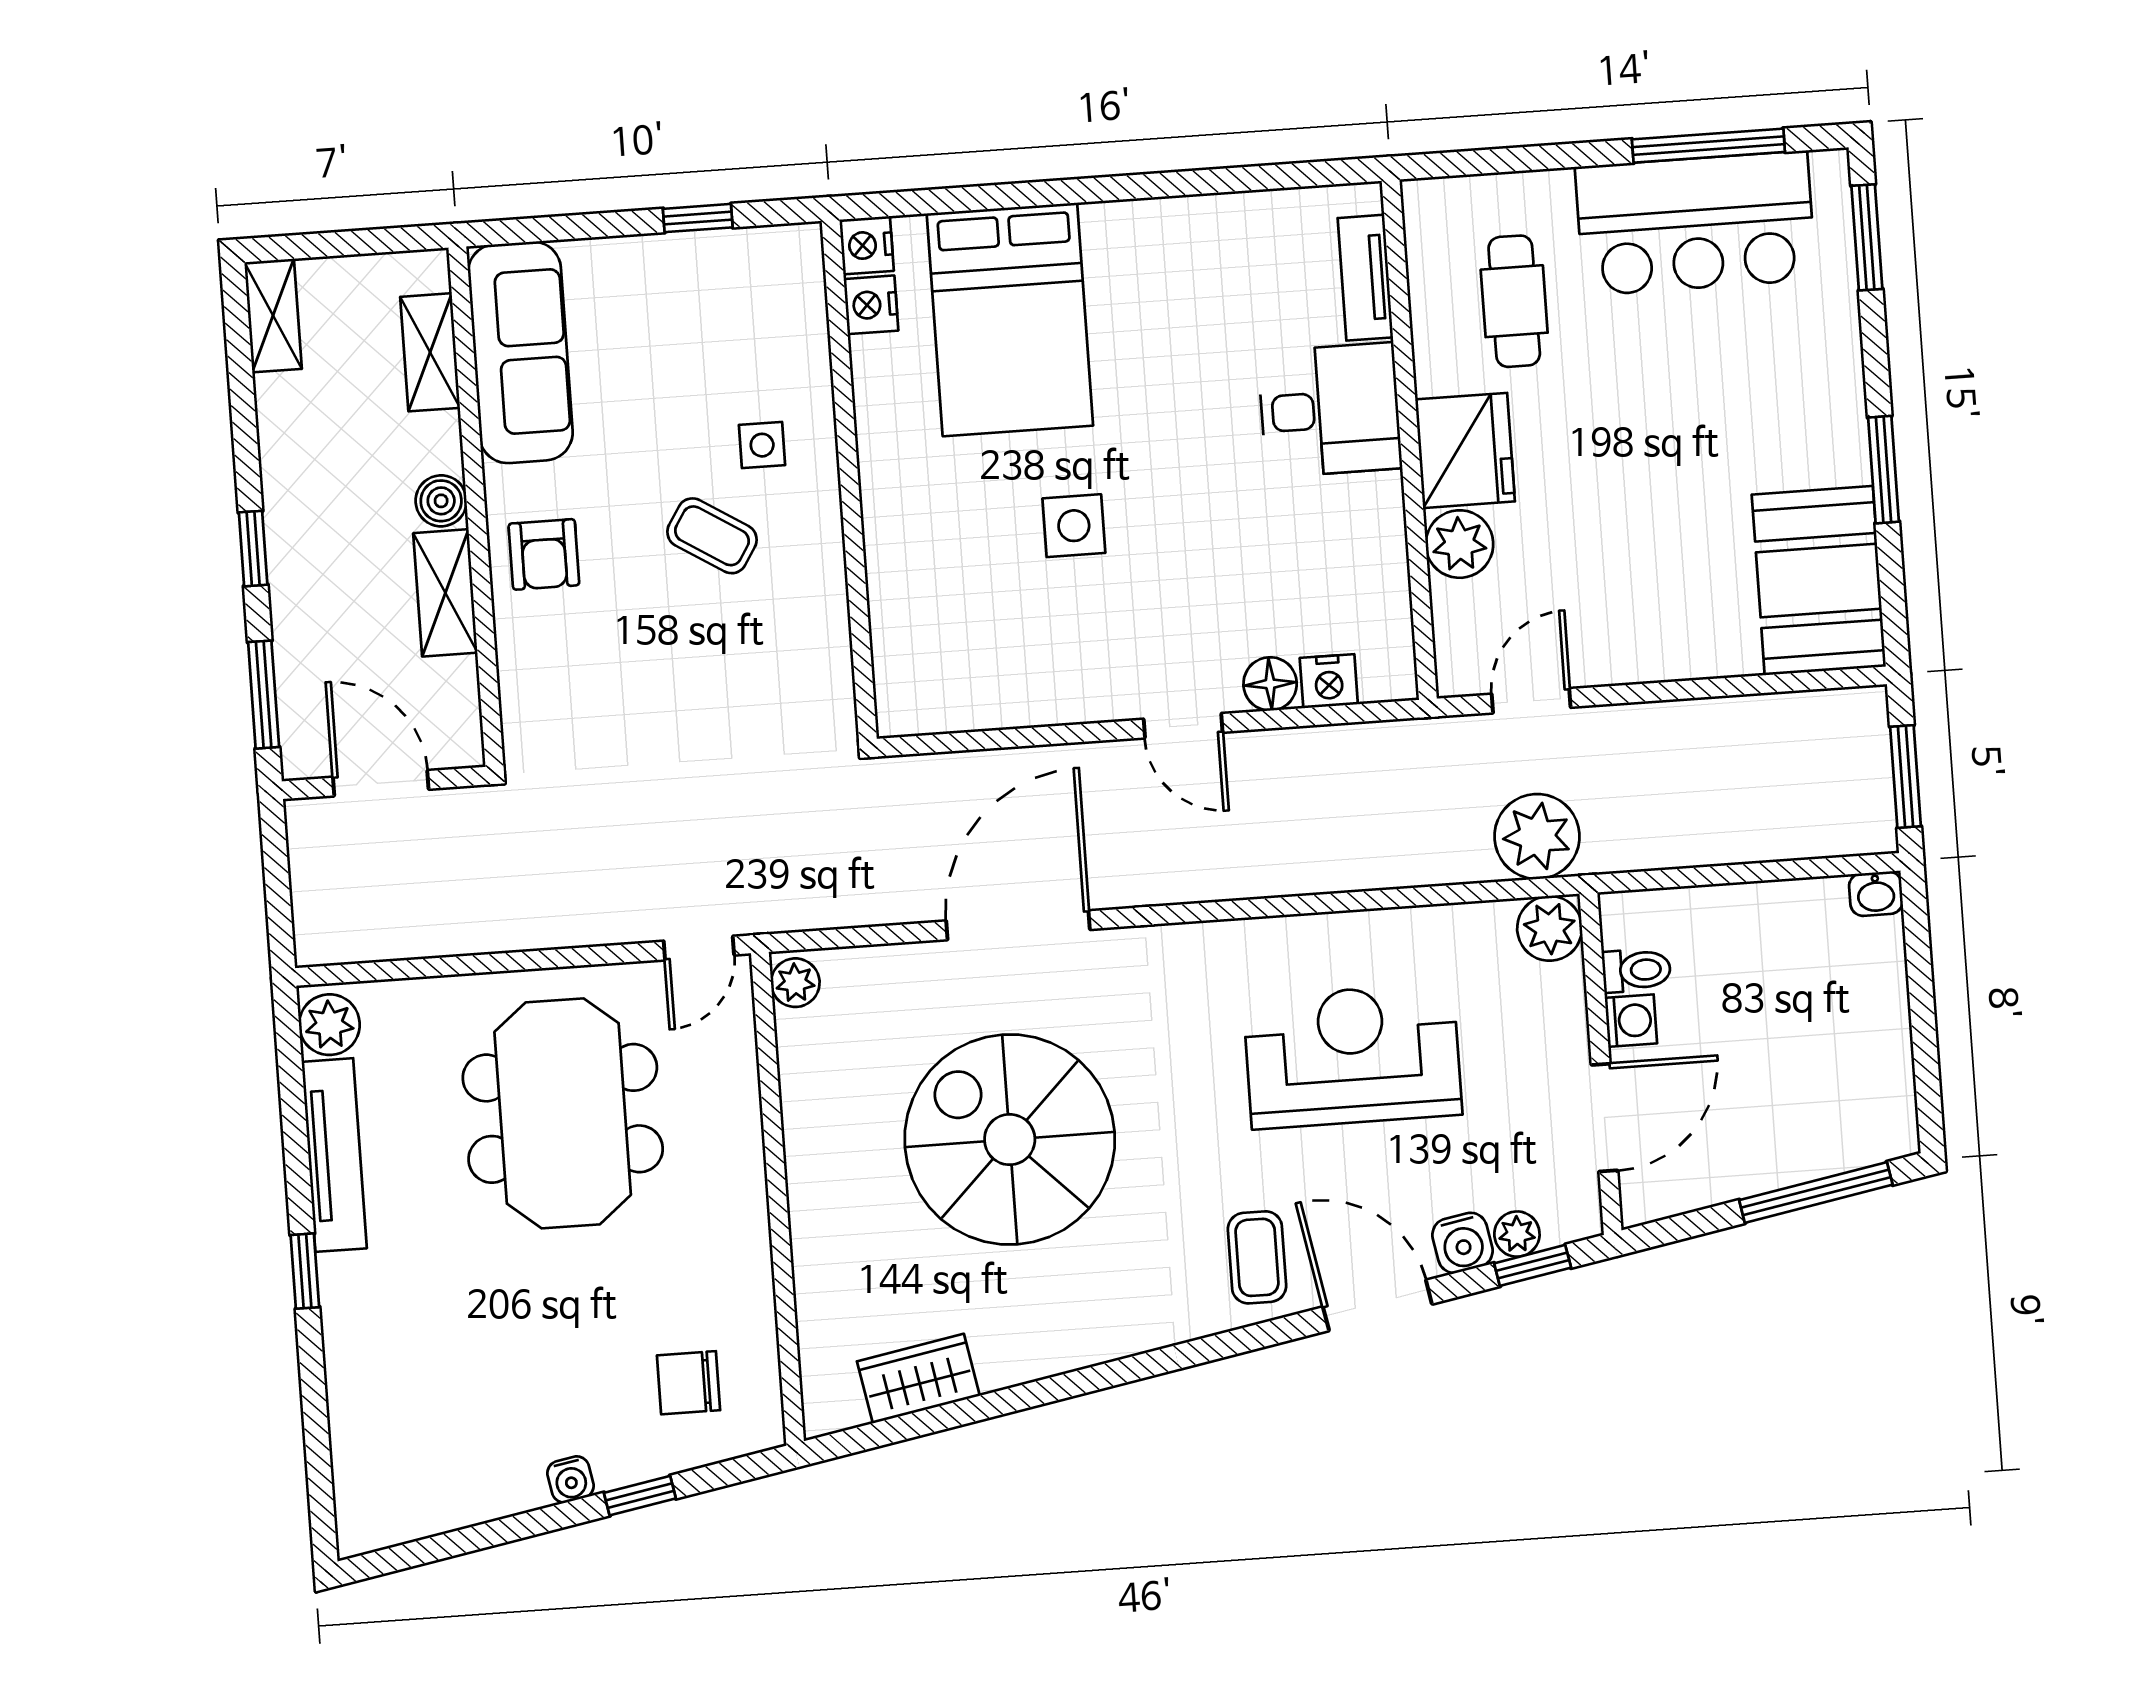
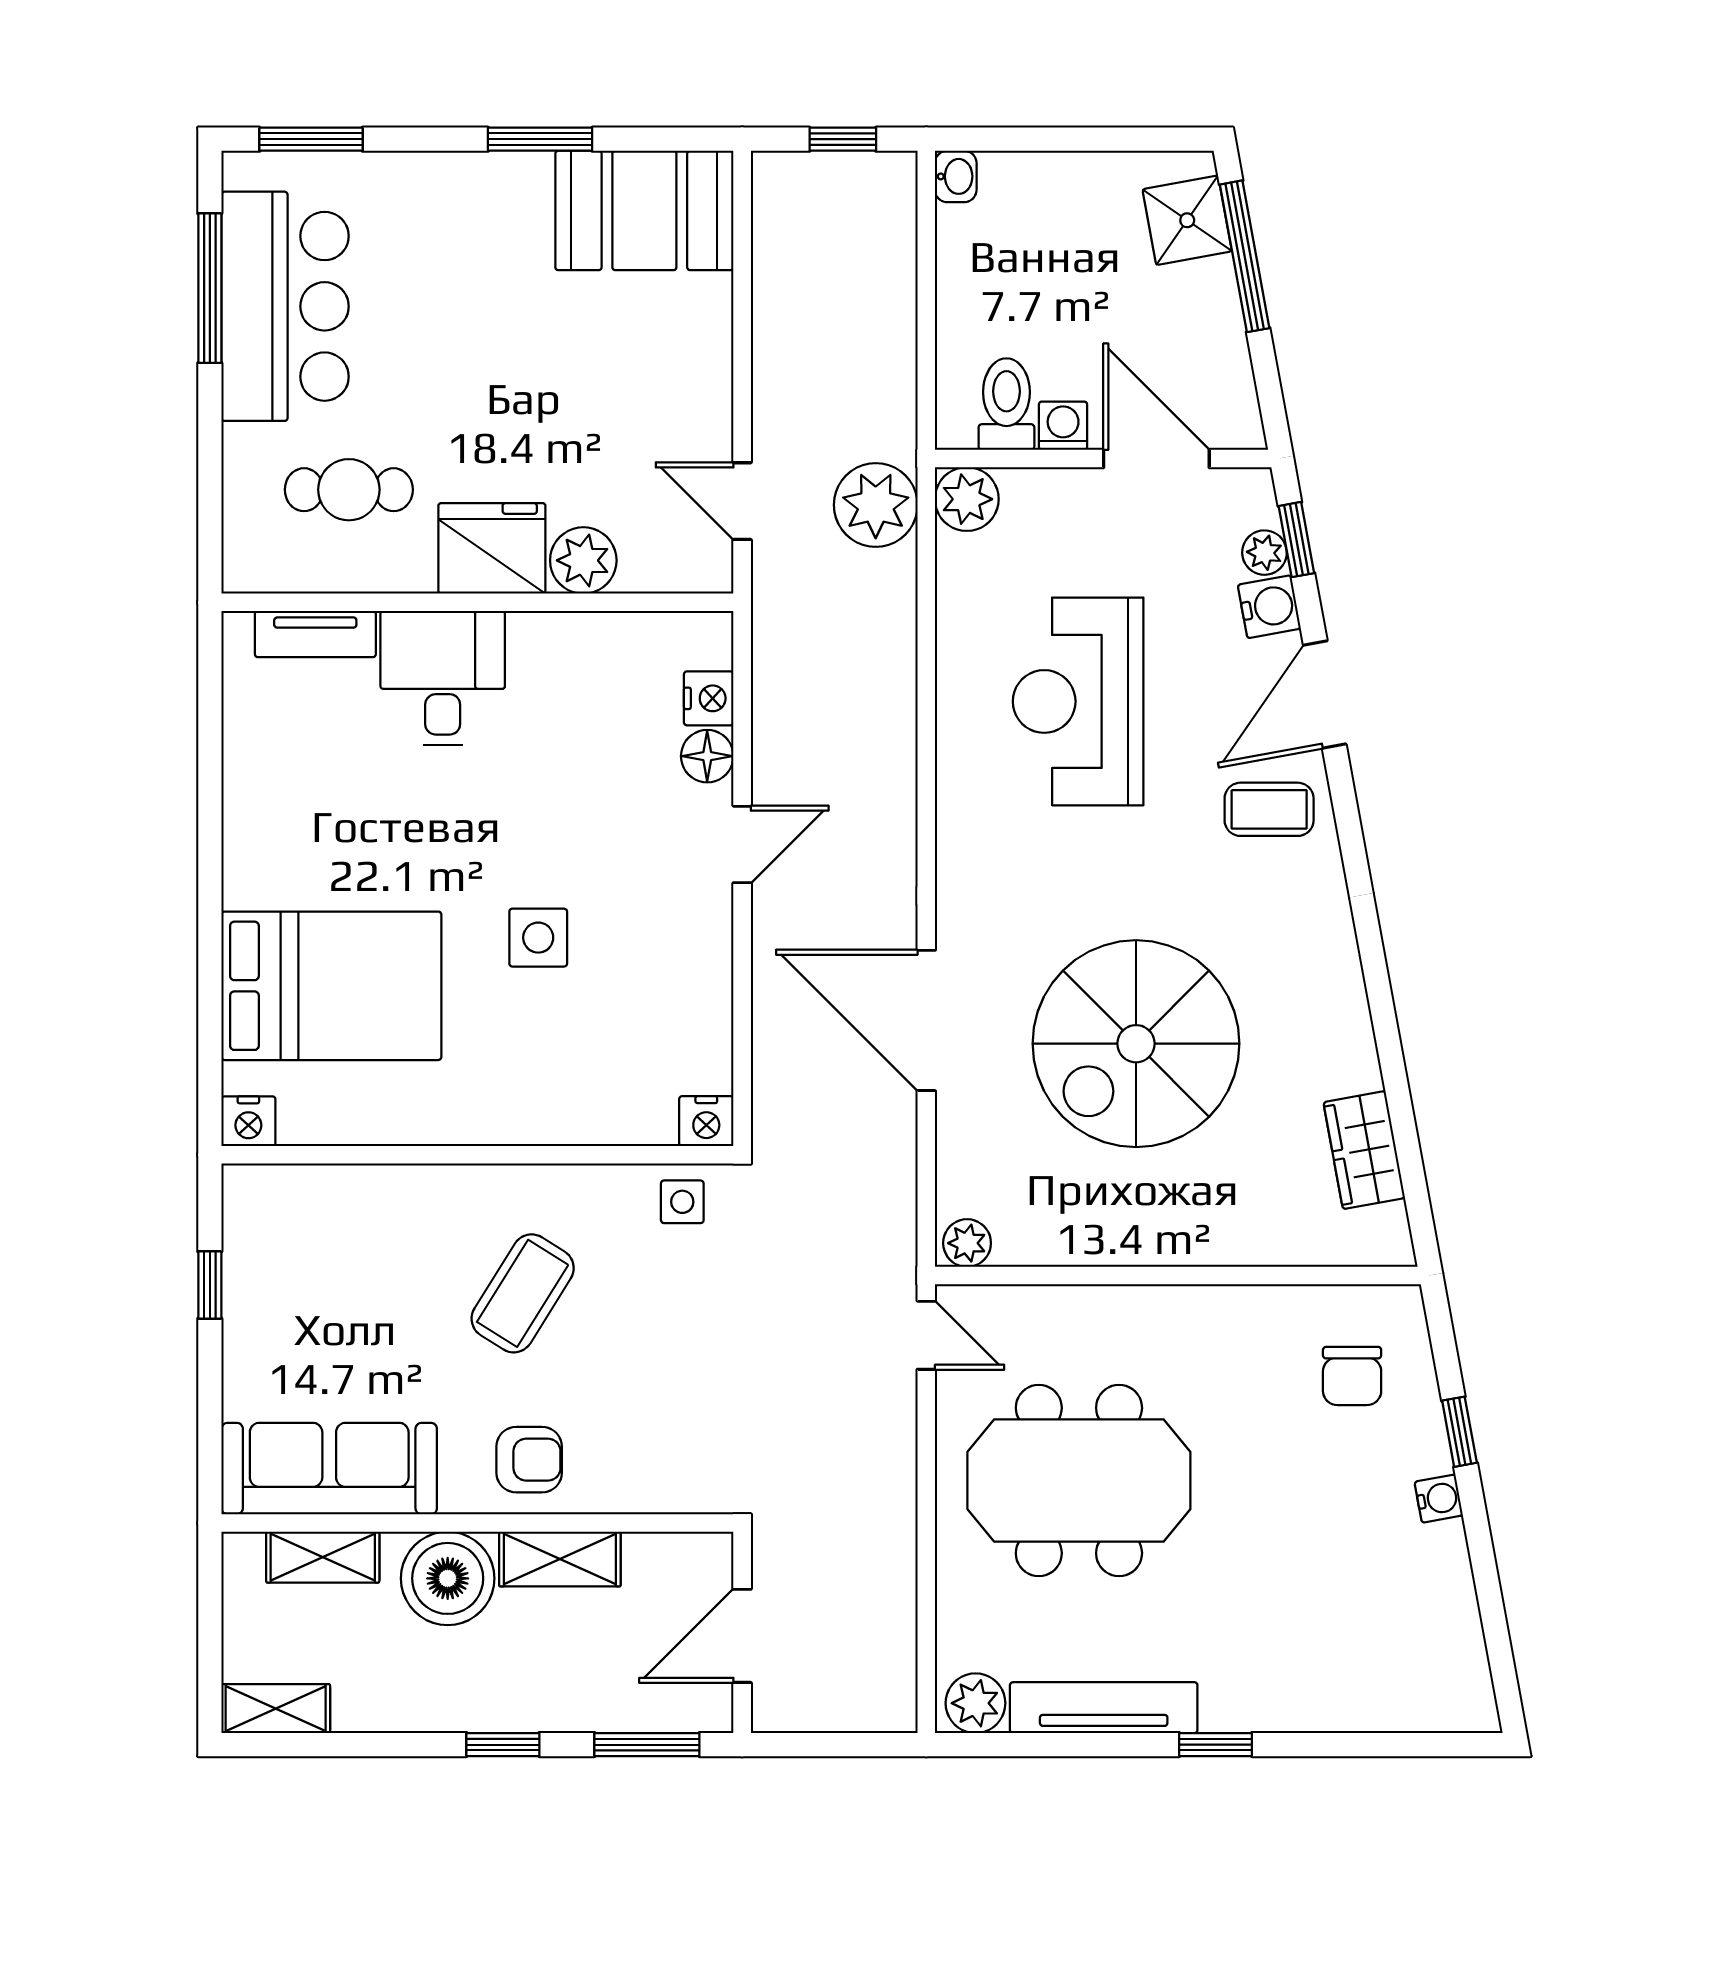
nightstand: (871, 305) -> (706, 1121), moved
side table: (762, 445) -> (682, 1202), moved
boiler: (441, 501) -> (448, 1578), width x1.86, depth x1.86
coffee table: (712, 536) -> (523, 1293), width x1.36, depth x1.30
window: (1905, 777) -> (843, 139), width x0.67
toilet: (1636, 970) -> (1006, 404), width x1.37, depth x1.39
shower: (1848, 1132) -> (1187, 220), added

